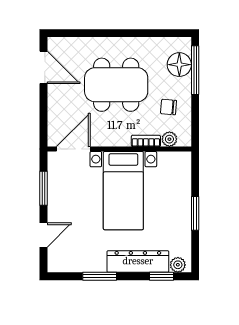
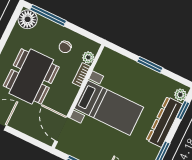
floor lamp: (179, 65) -> (28, 19), moved

